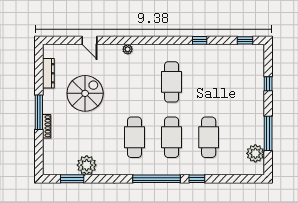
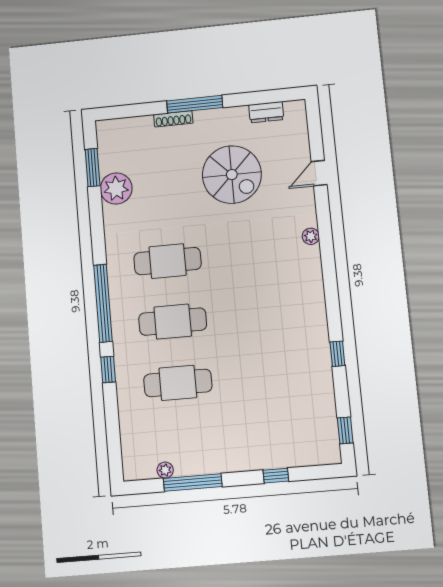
dresser: (48, 73) -> (266, 112), width x0.70
cafe table: (172, 82) -> (264, 313), removed
plant: (255, 153) -> (165, 470), width x0.53, depth x0.53

